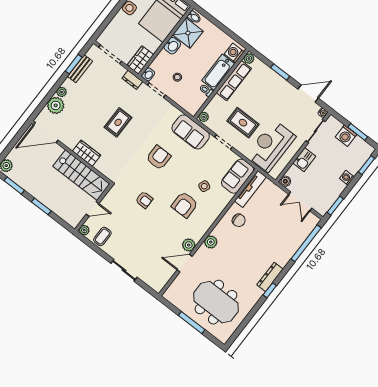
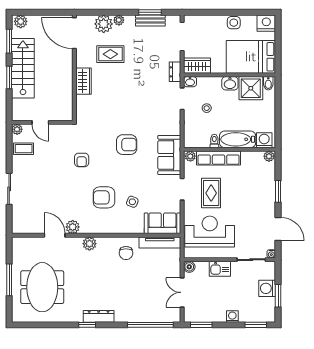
row of seats: (234, 81) -> (219, 158), moved
rug: (118, 122) -> (110, 54), moved
stairs: (81, 175) -> (23, 68), moved, turned 180

